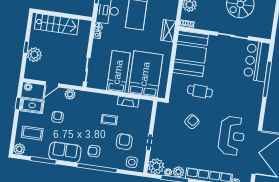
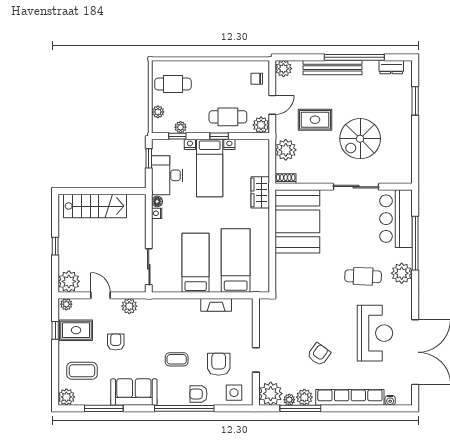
plant: (34, 55) -> (69, 281), moved
bed: (145, 74) -> (236, 261), width x0.67
door: (52, 84) -> (101, 295), swing flipped
cafe table: (200, 91) -> (363, 276), moved
plant: (255, 98) -> (402, 273), added
coffee table: (109, 120) -> (177, 359), moved
armchair: (192, 122) -> (319, 354), moved
armchair: (94, 151) -> (198, 394), moved

